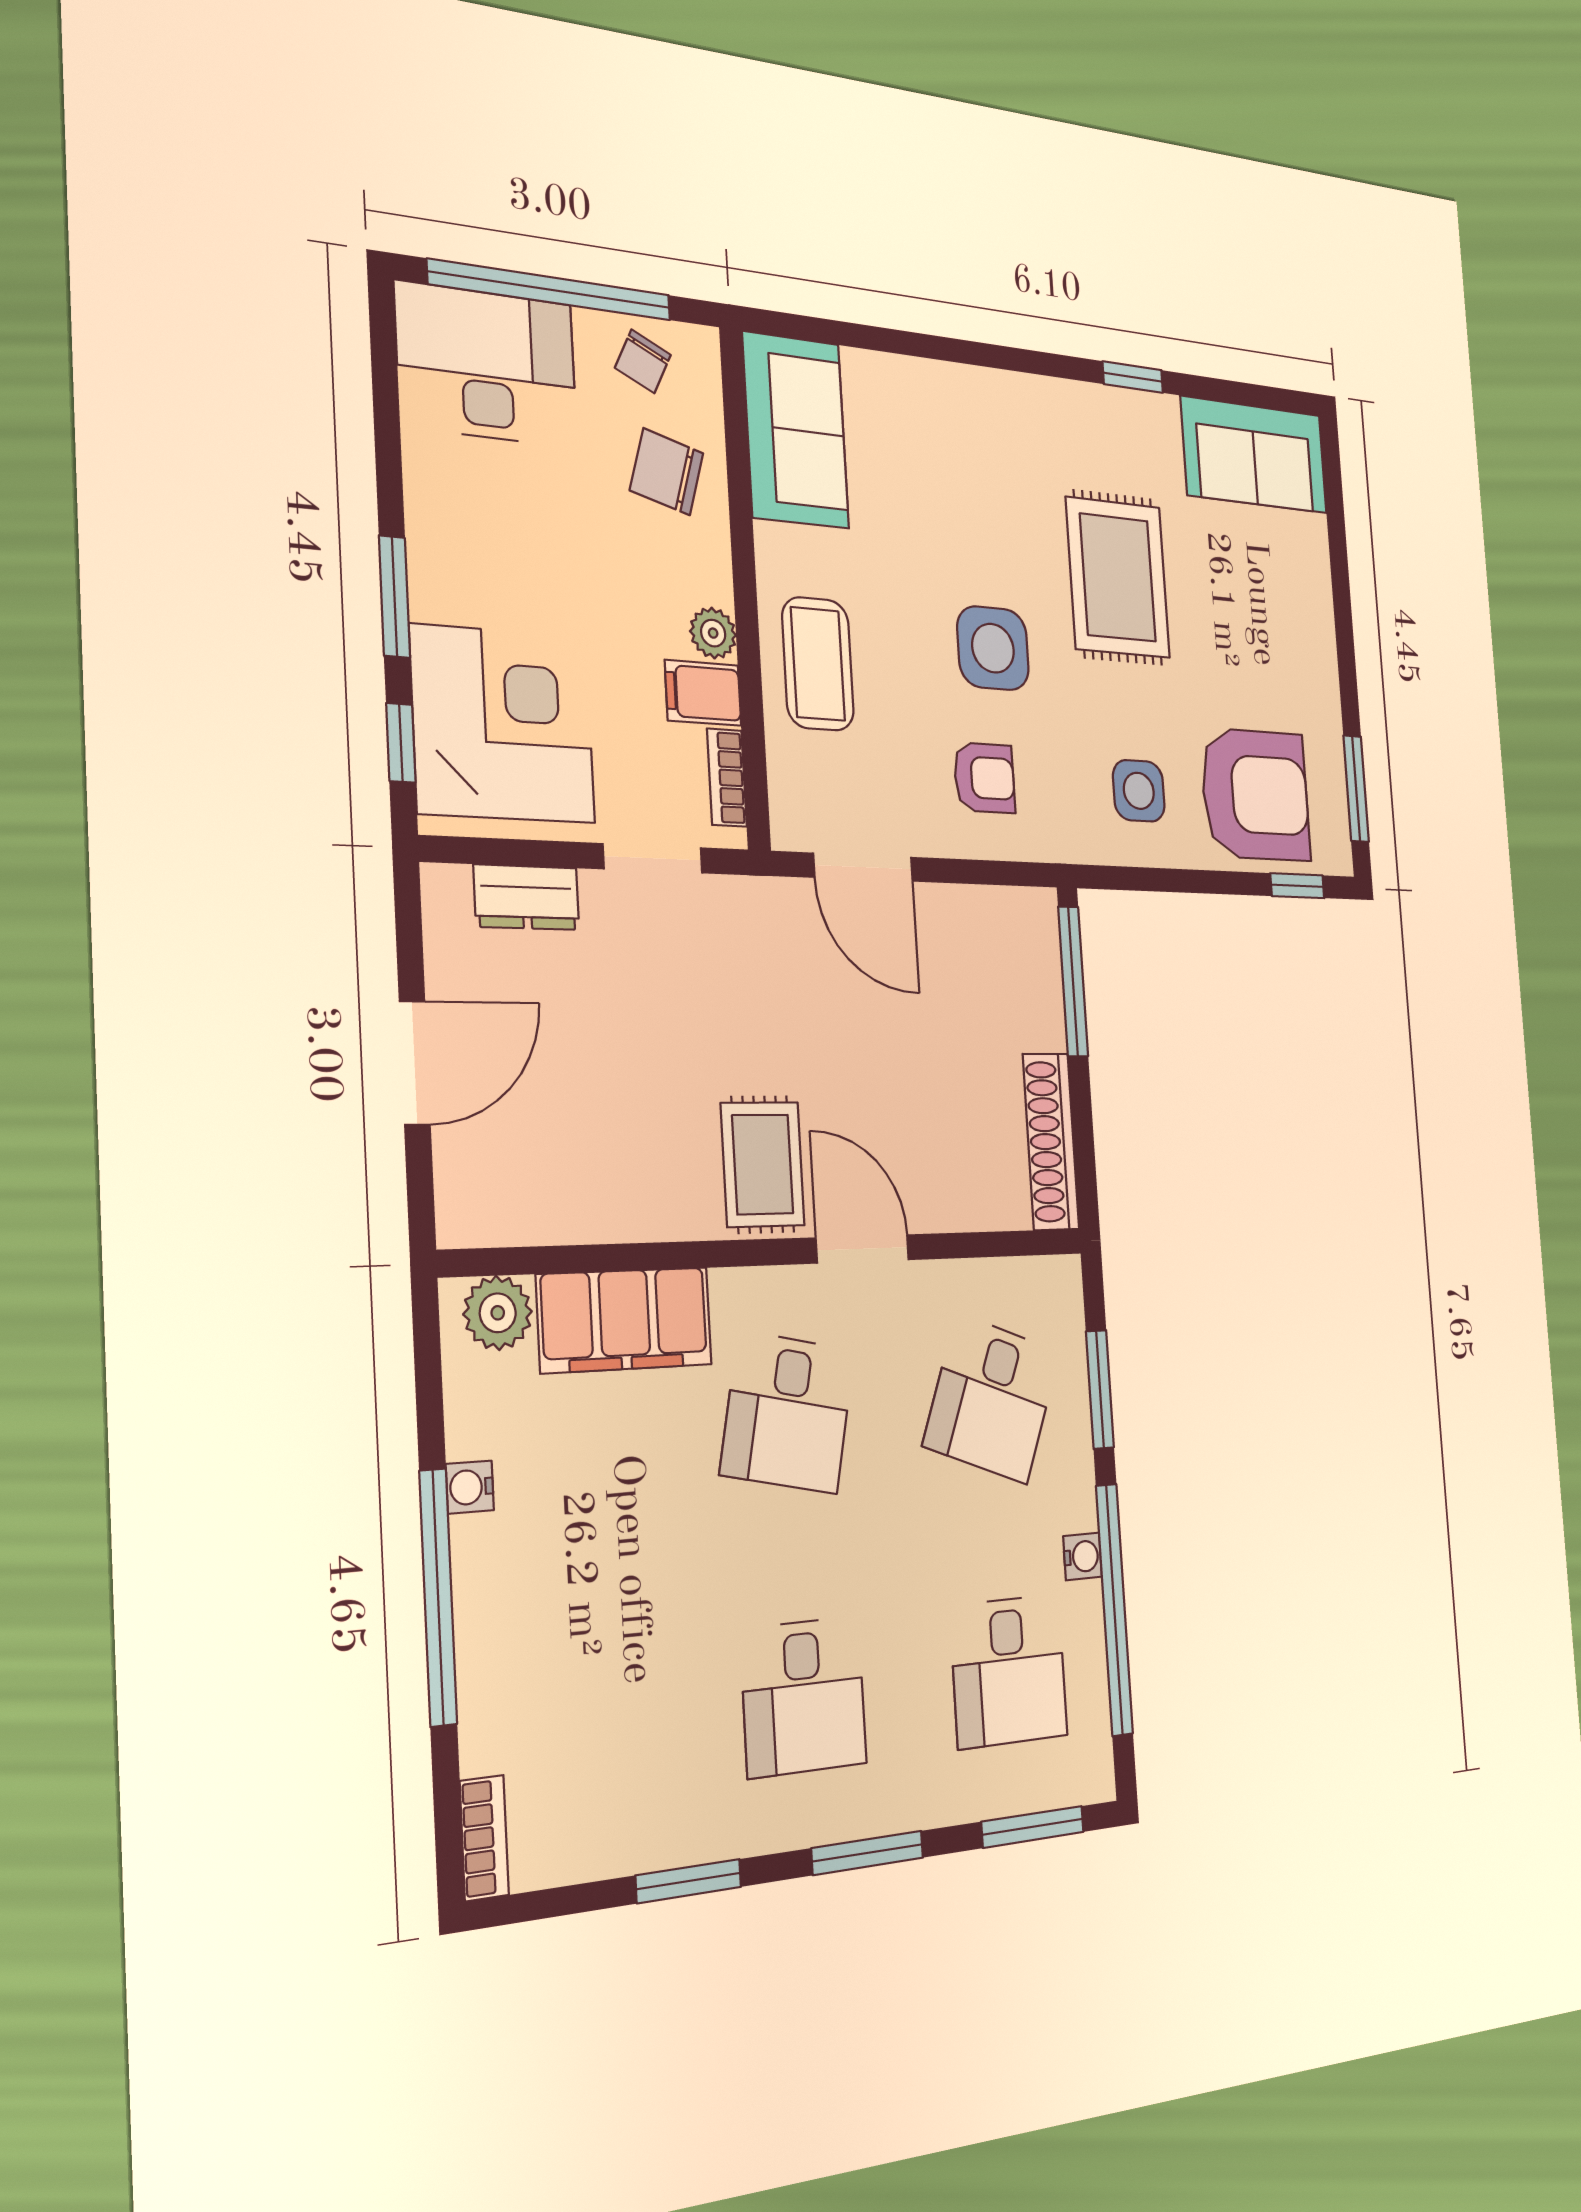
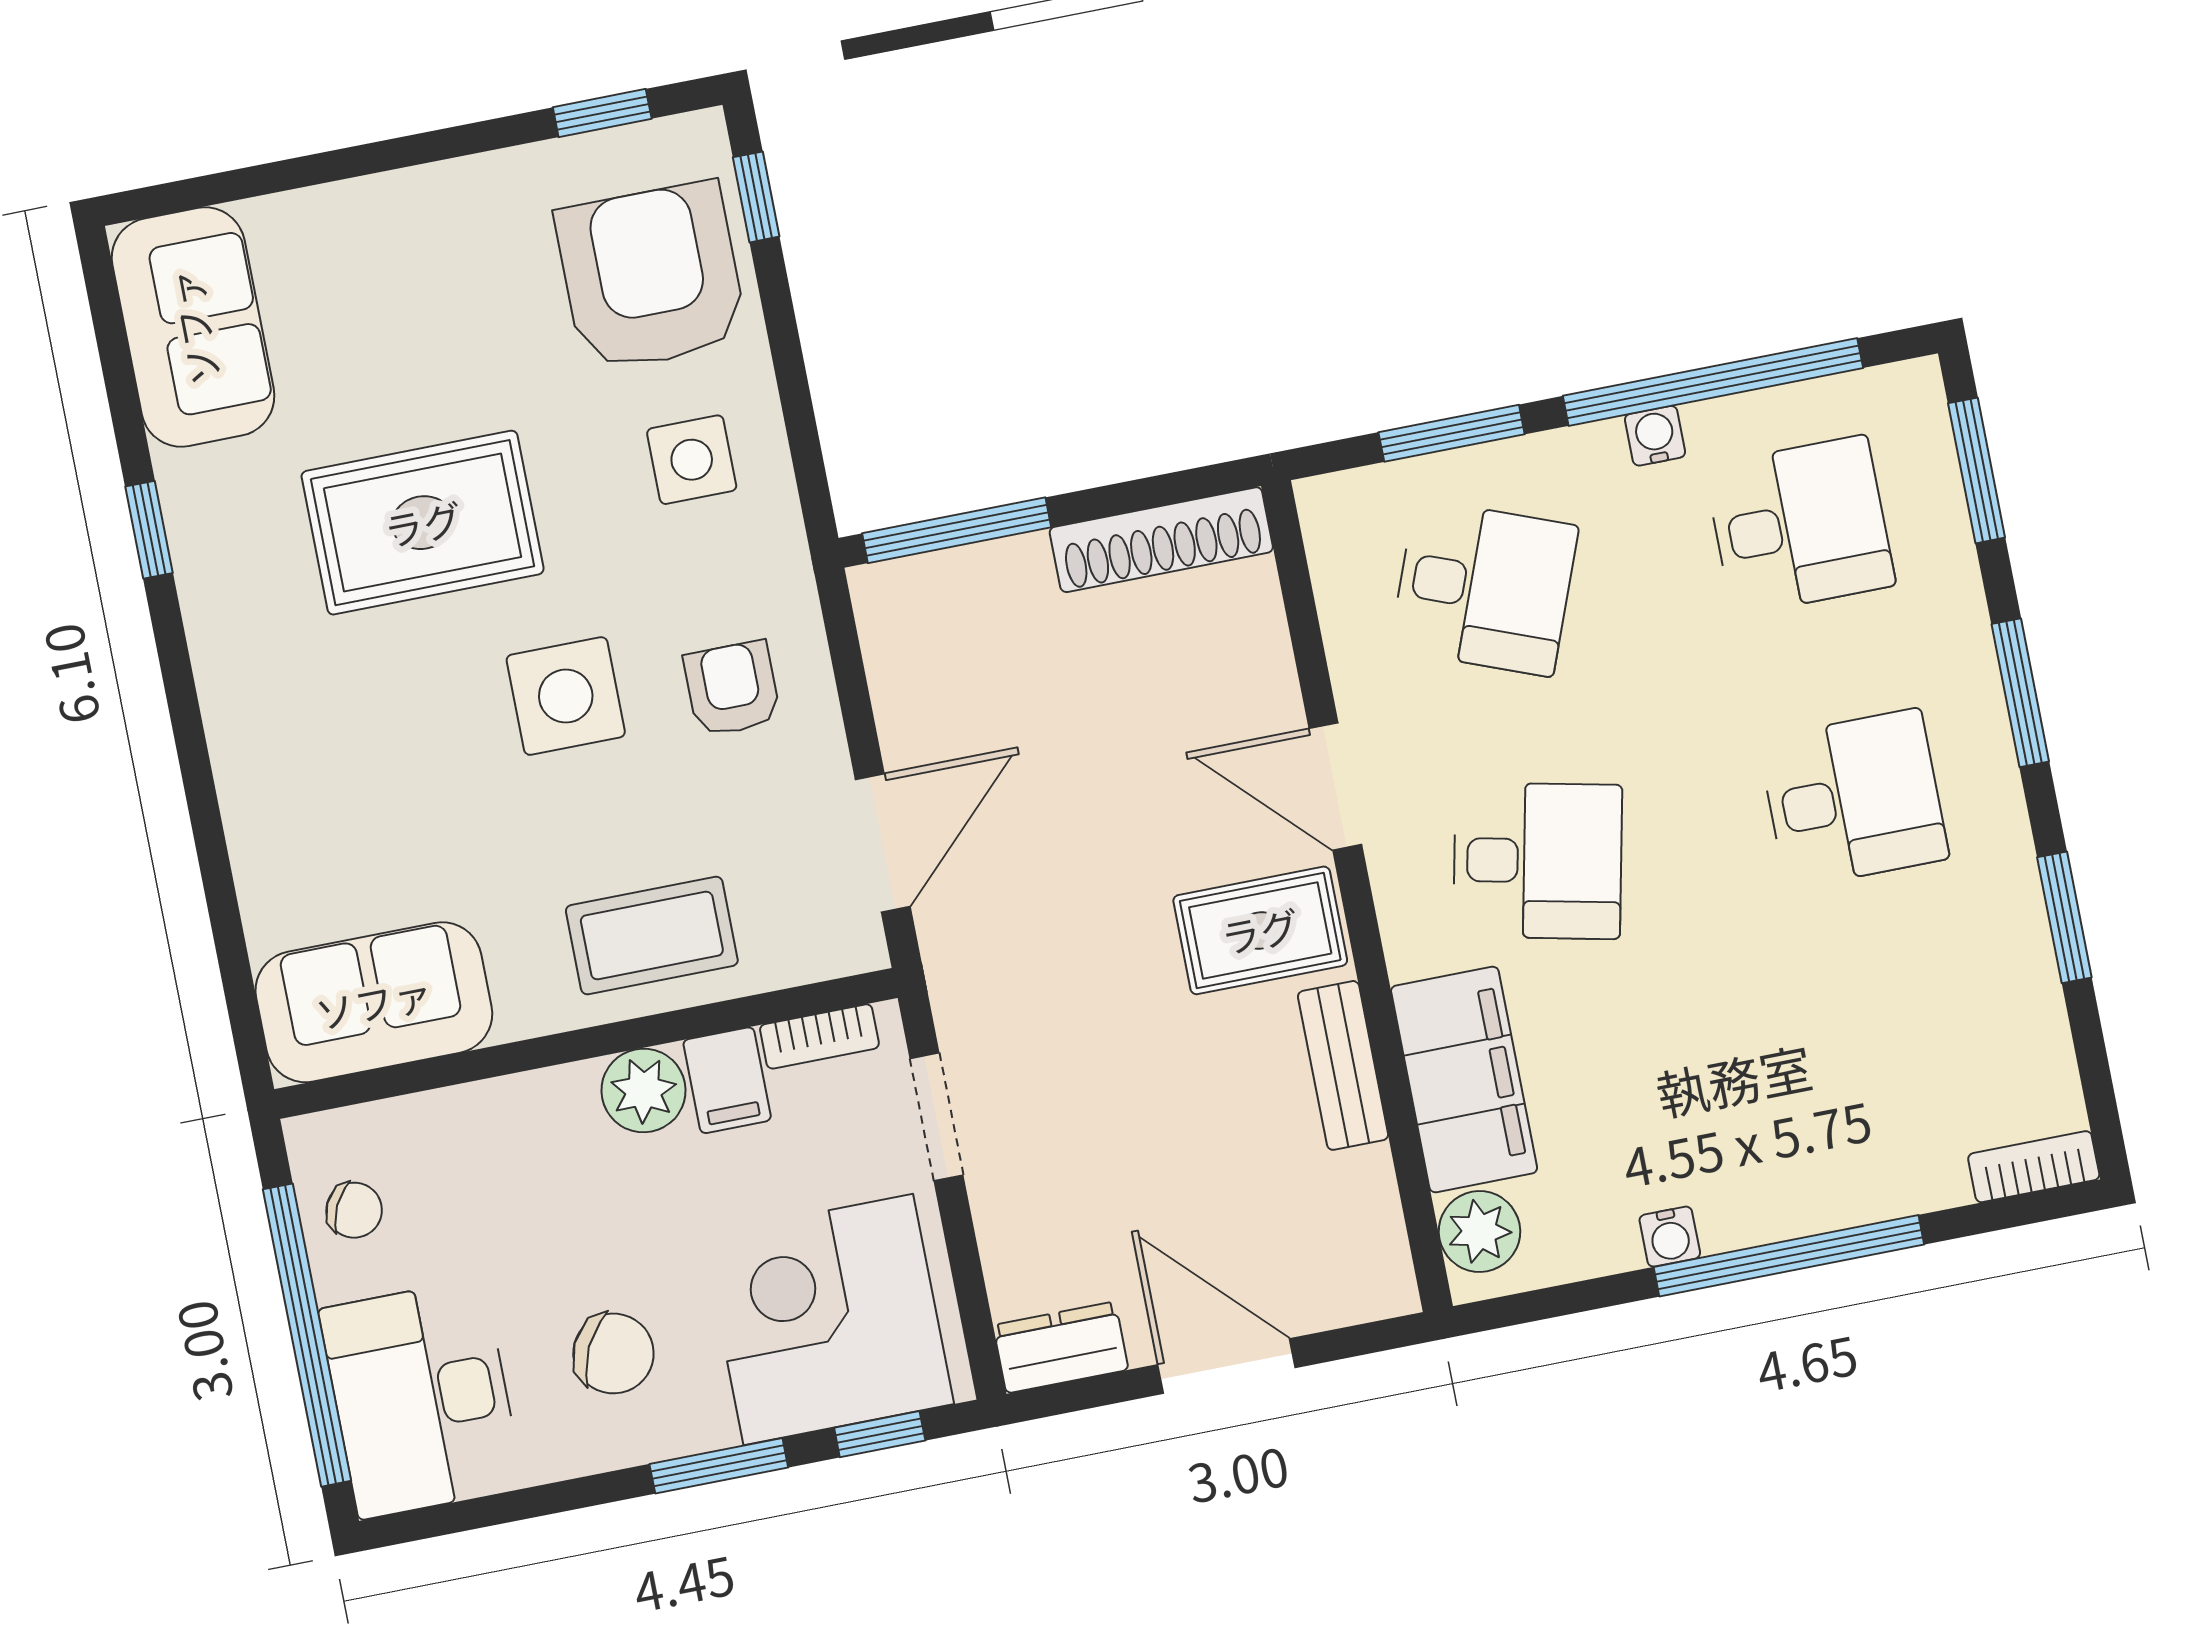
chair: (667, 472) -> (613, 1353), moved, turned -80
plant: (713, 633) -> (644, 1090), width x1.38, depth x1.38
window: (1356, 789) -> (602, 113), width x0.67
dresser: (527, 897) -> (1061, 1347), moved, turned -90
bench: (649, 1215) -> (1343, 1065), added
door: (862, 1249) -> (1335, 787), hinge flipped

